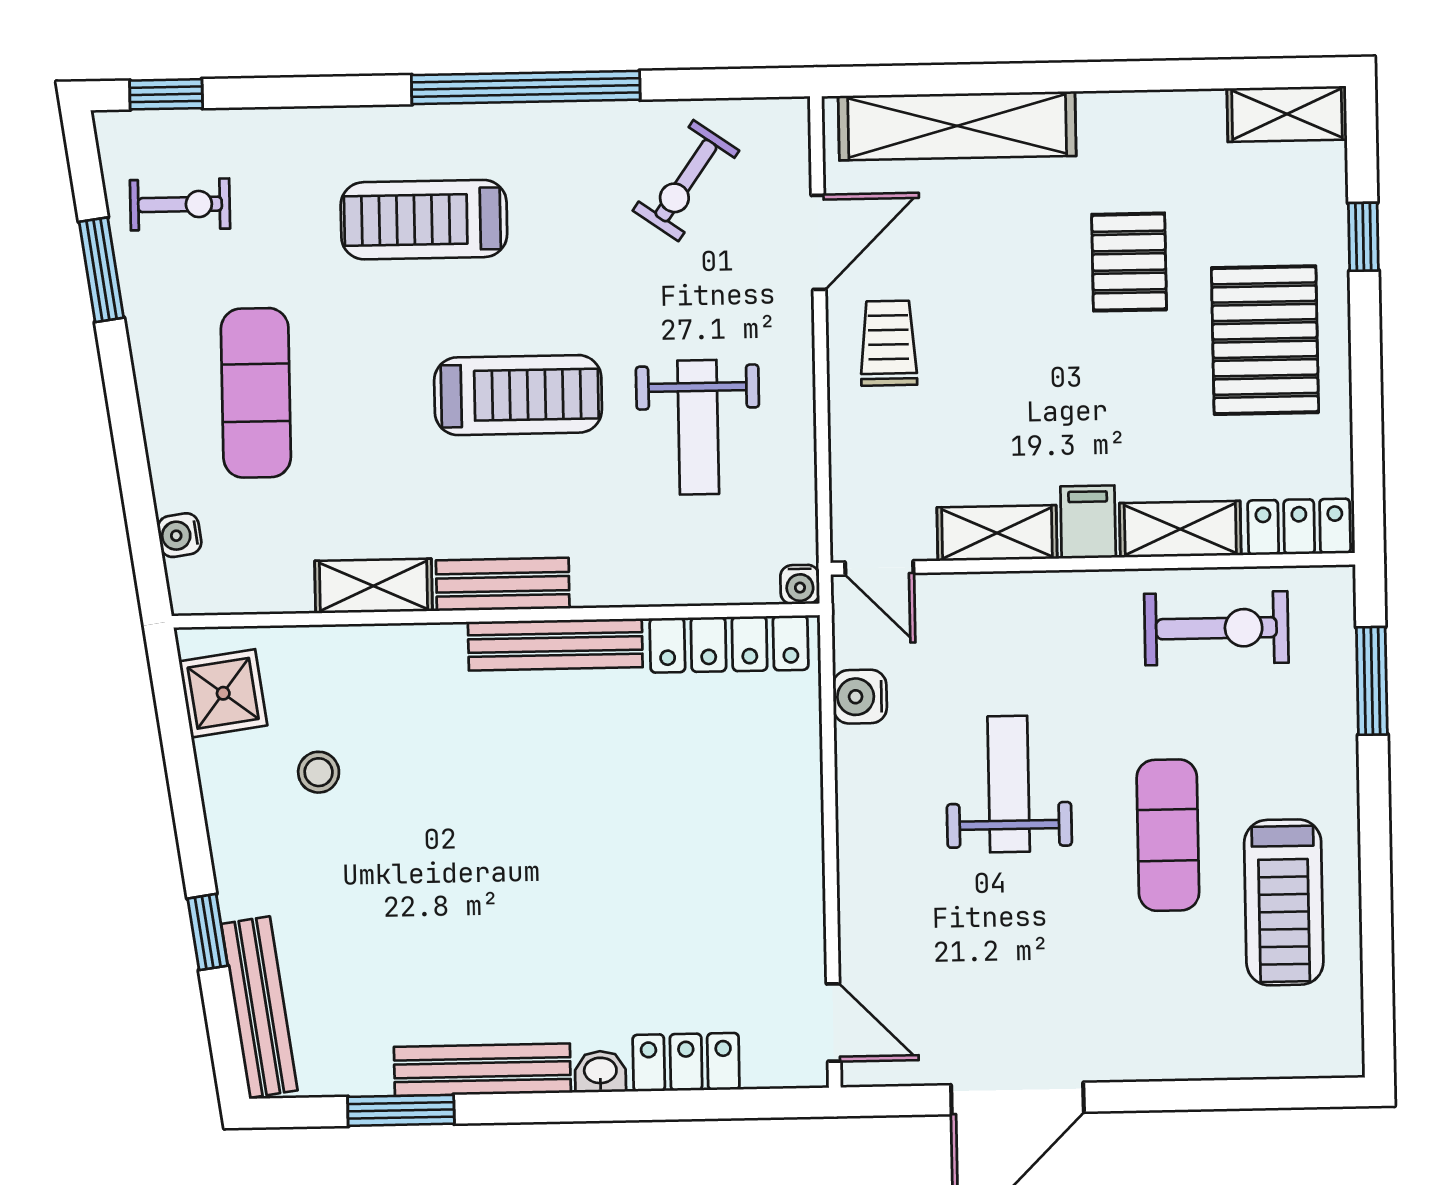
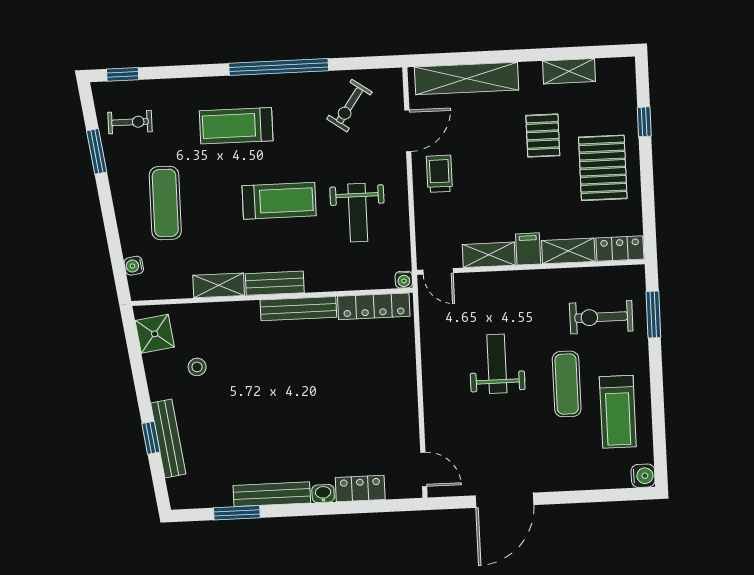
shelving: (1287, 114) -> (569, 71), moved
exercise bike: (1216, 628) -> (601, 317), moved, turned 180
water cooler: (860, 697) -> (643, 476), moved, turned 180
bench: (259, 1007) -> (168, 438), moved

